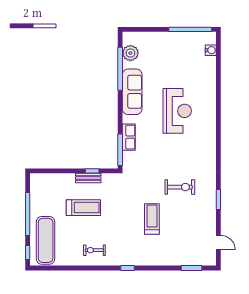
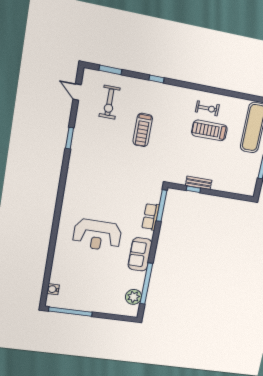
sofa: (132, 92) -> (140, 254), width x0.73
reception desk: (177, 111) -> (97, 235), turned -90
exercise bike: (180, 187) -> (109, 102), moved, turned -90
treadmill: (83, 208) -> (209, 130), moved
window: (128, 268) -> (157, 79), moved

